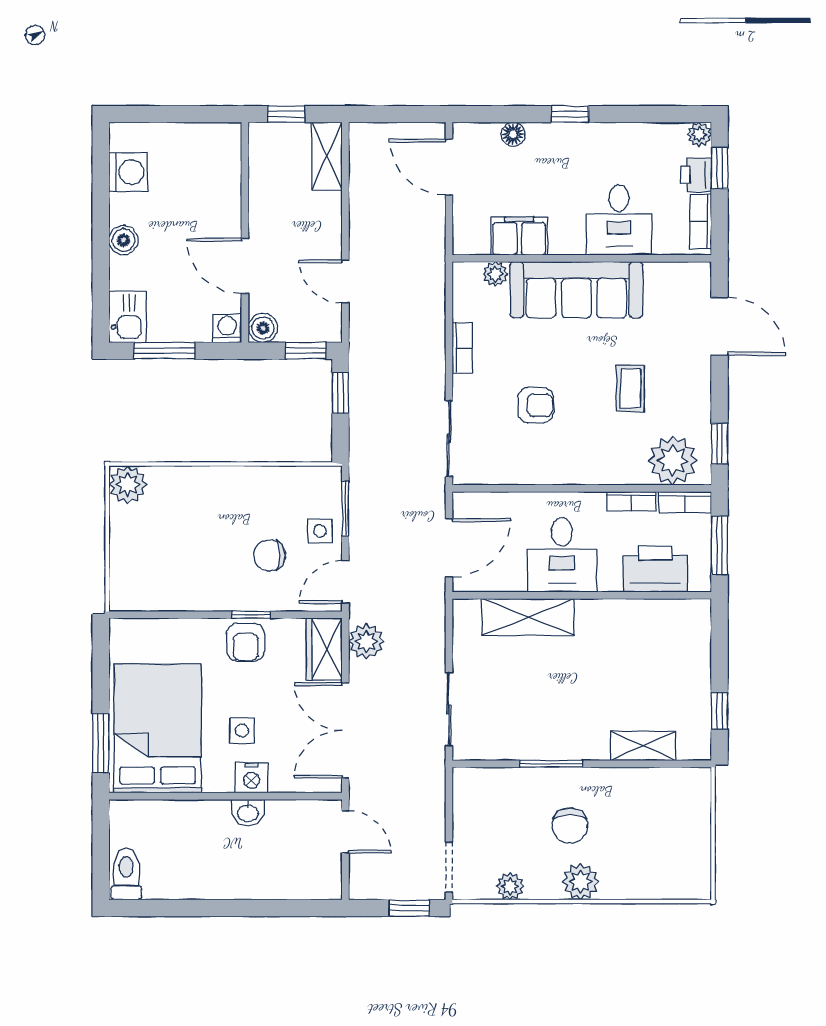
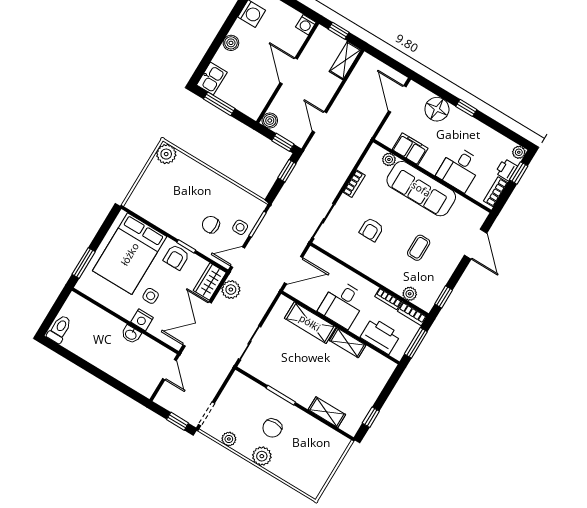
floor lamp: (513, 134) -> (437, 109), width x1.89, depth x1.89
door: (245, 266) -> (289, 71), moved
washing machine: (227, 328) -> (306, 25), moved, turned 180
armchair: (536, 405) -> (371, 230), turned 90
plant: (673, 460) -> (410, 294), width x0.53, depth x0.53
shelving: (609, 613) -> (348, 343), added
bed: (158, 728) -> (130, 254), moved, turned 180

